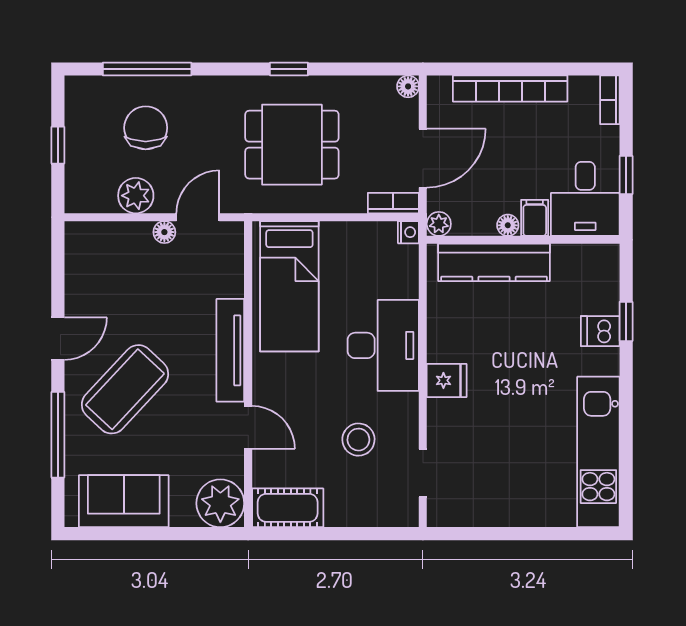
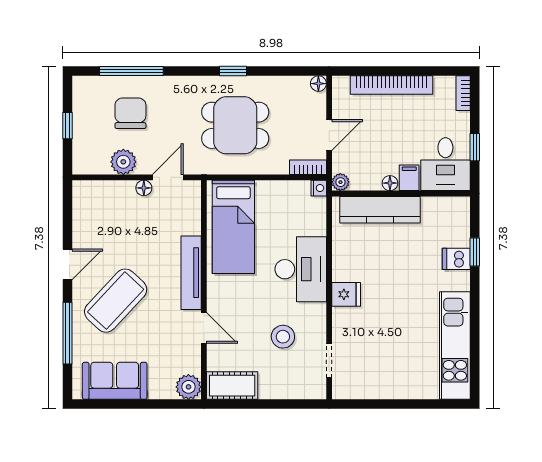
door: (423, 158) -> (329, 135), width x0.73
plant: (220, 503) -> (188, 387), width x0.73, depth x0.73

